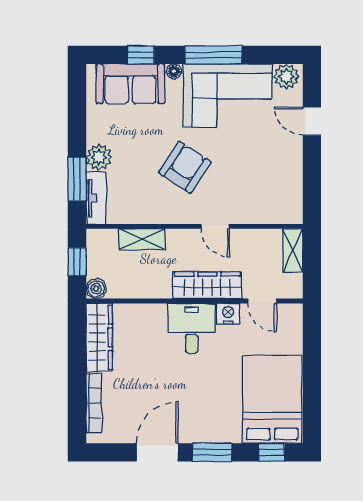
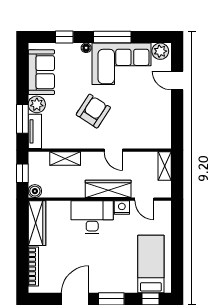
sofa: (130, 84) -> (41, 72), moved, turned -90
desk: (192, 328) -> (92, 217), width x1.37
bed: (272, 399) -> (151, 264), width x0.67

